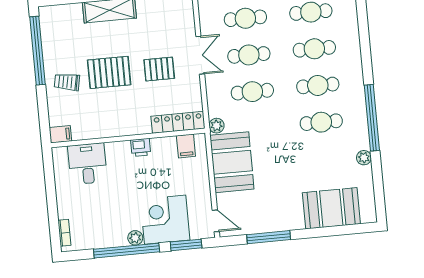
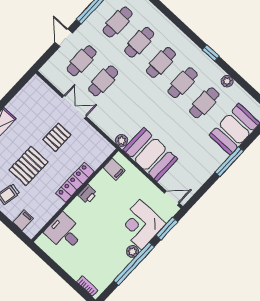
cafe table: (252, 92) -> (204, 103), moved
window: (372, 118) -> (211, 53), width x0.32
locker: (178, 122) -> (75, 182), moved
filing cabinet: (60, 134) -> (23, 220), moved
window: (269, 237) -> (229, 162), moved

